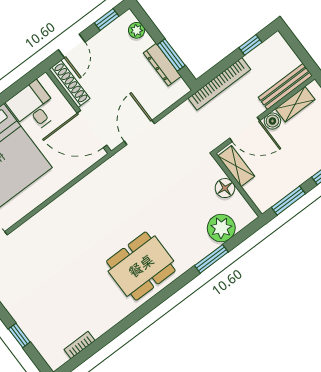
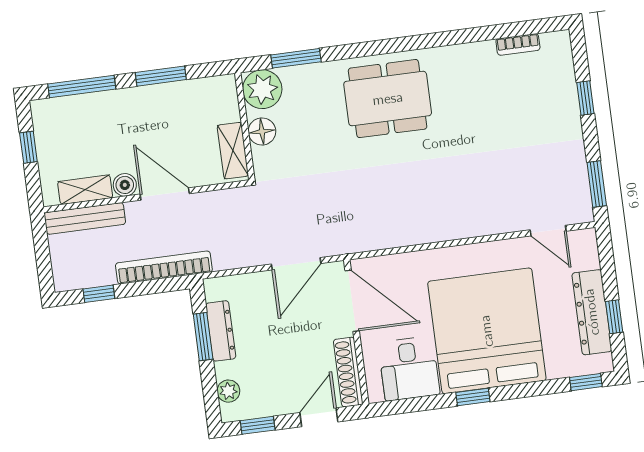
shelving: (236, 166) -> (233, 151), moved
wall: (237, 185) -> (245, 126), moved
floor lamp: (225, 188) -> (262, 131), moved

